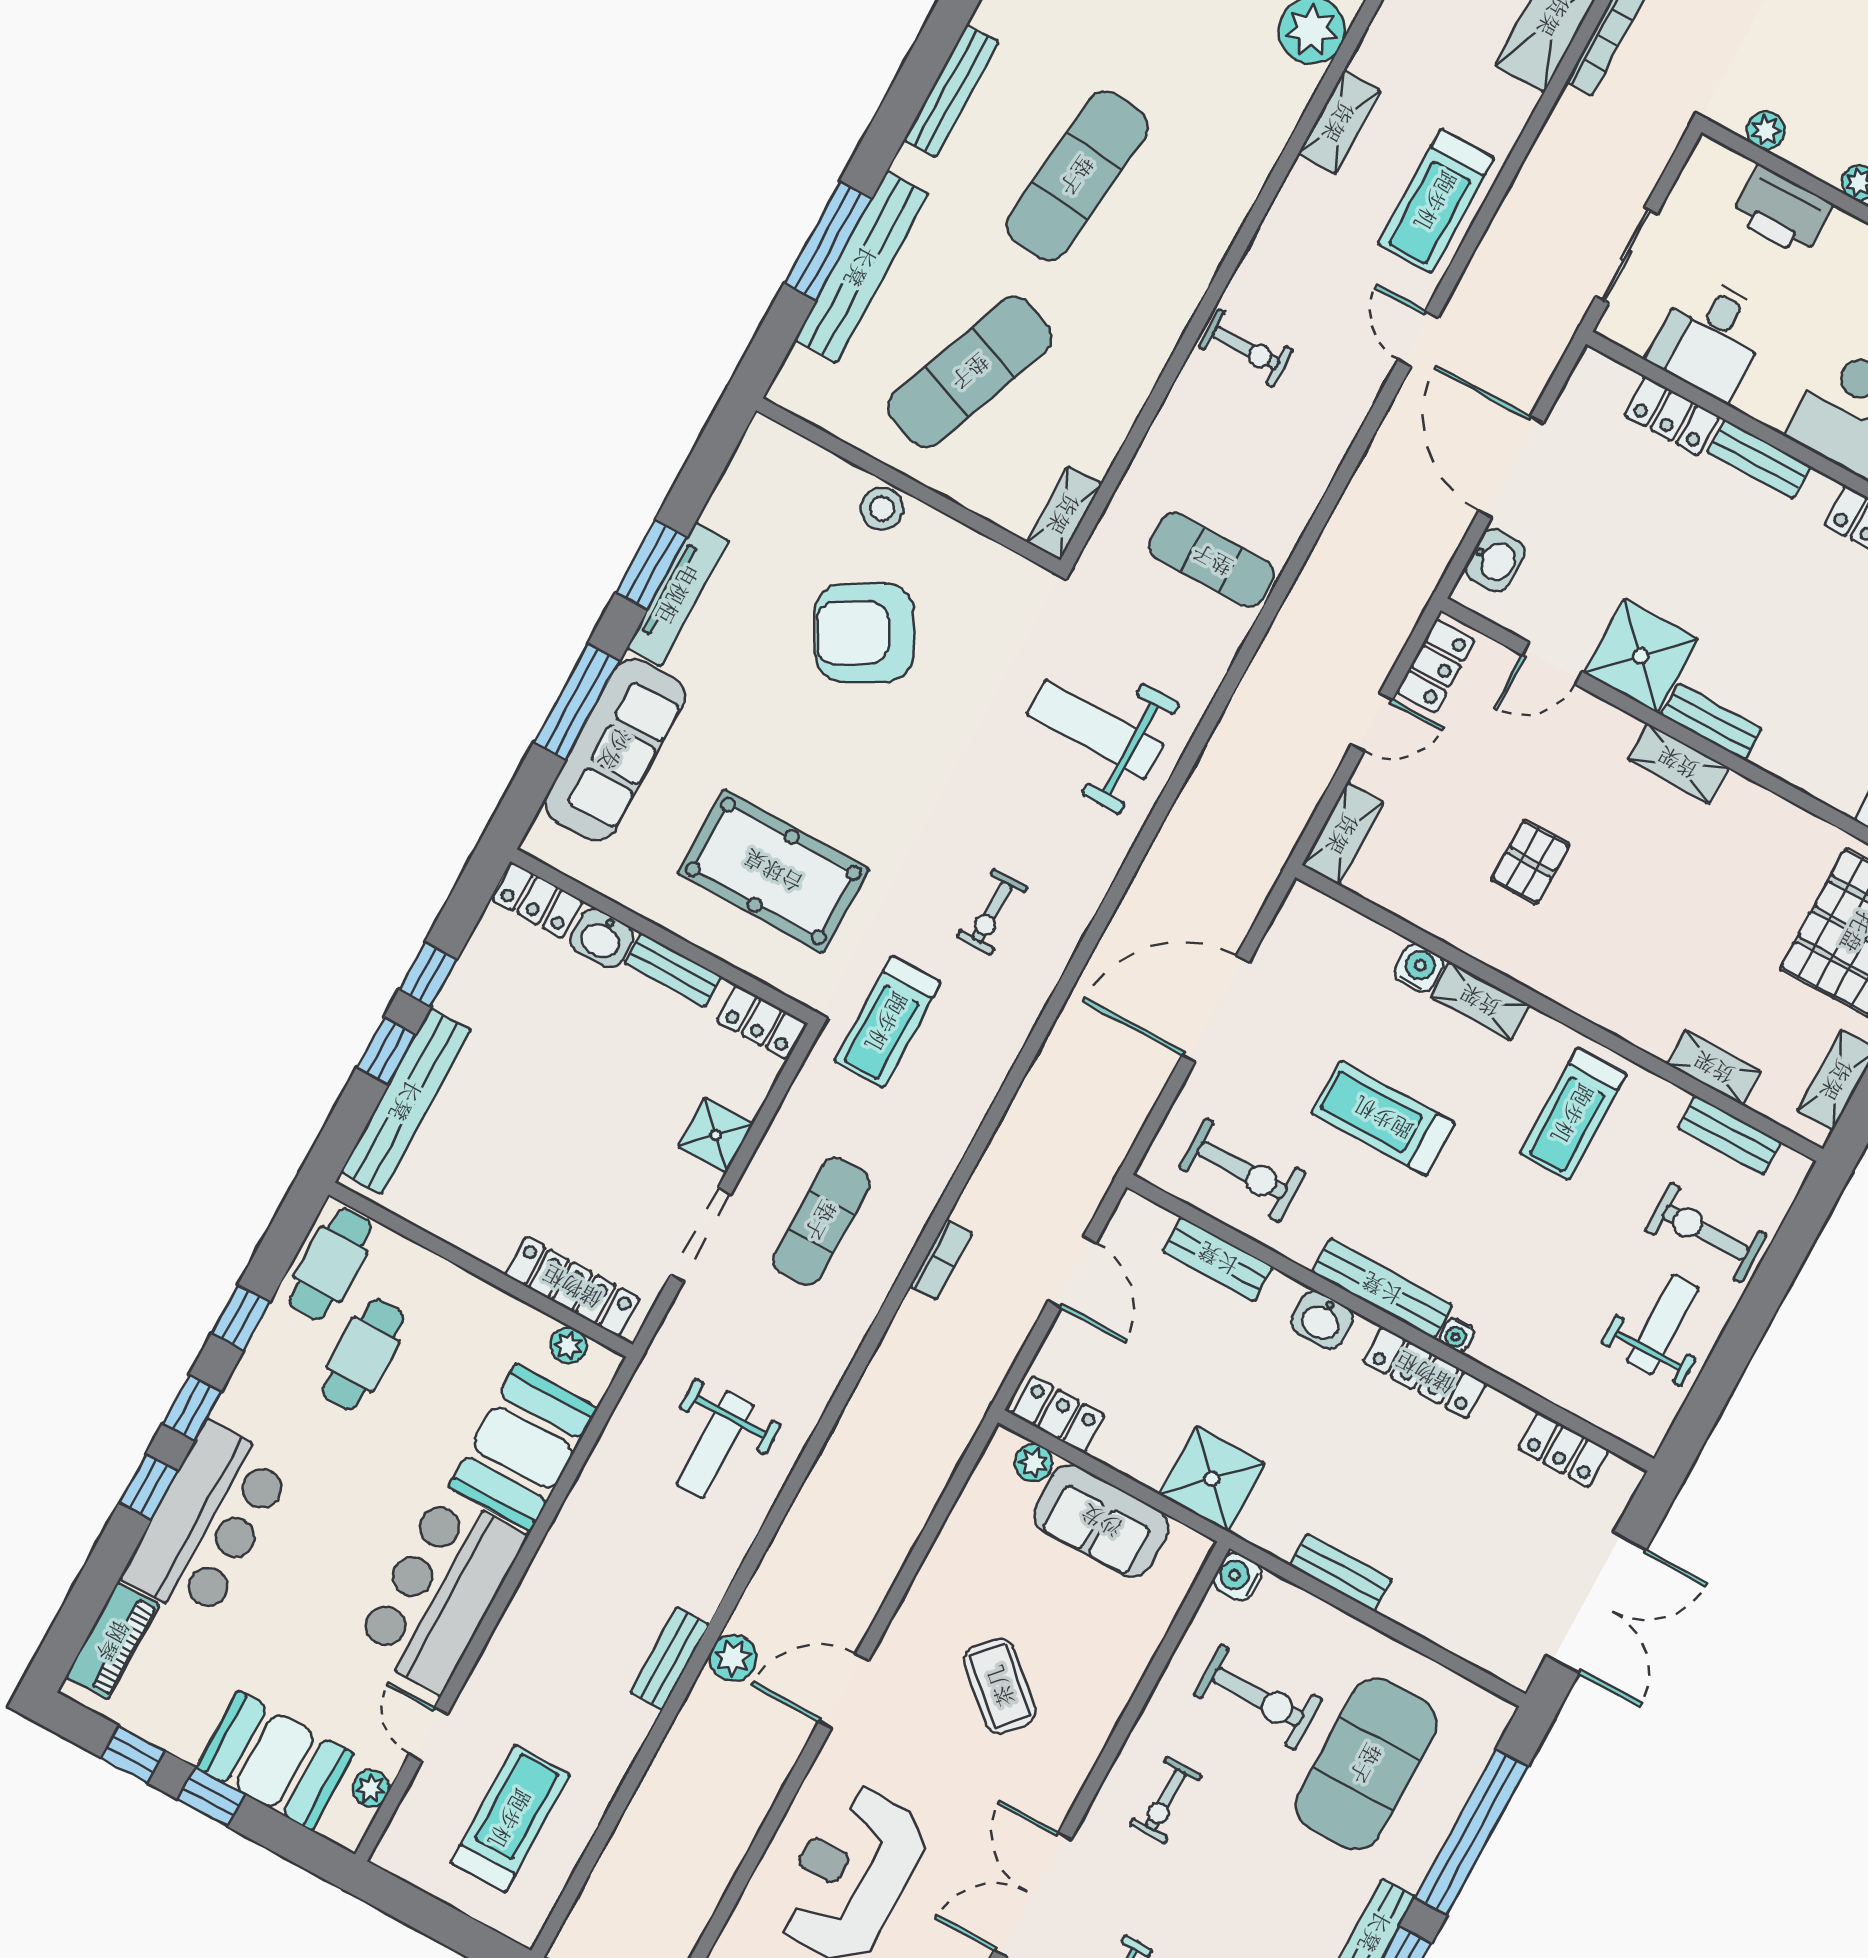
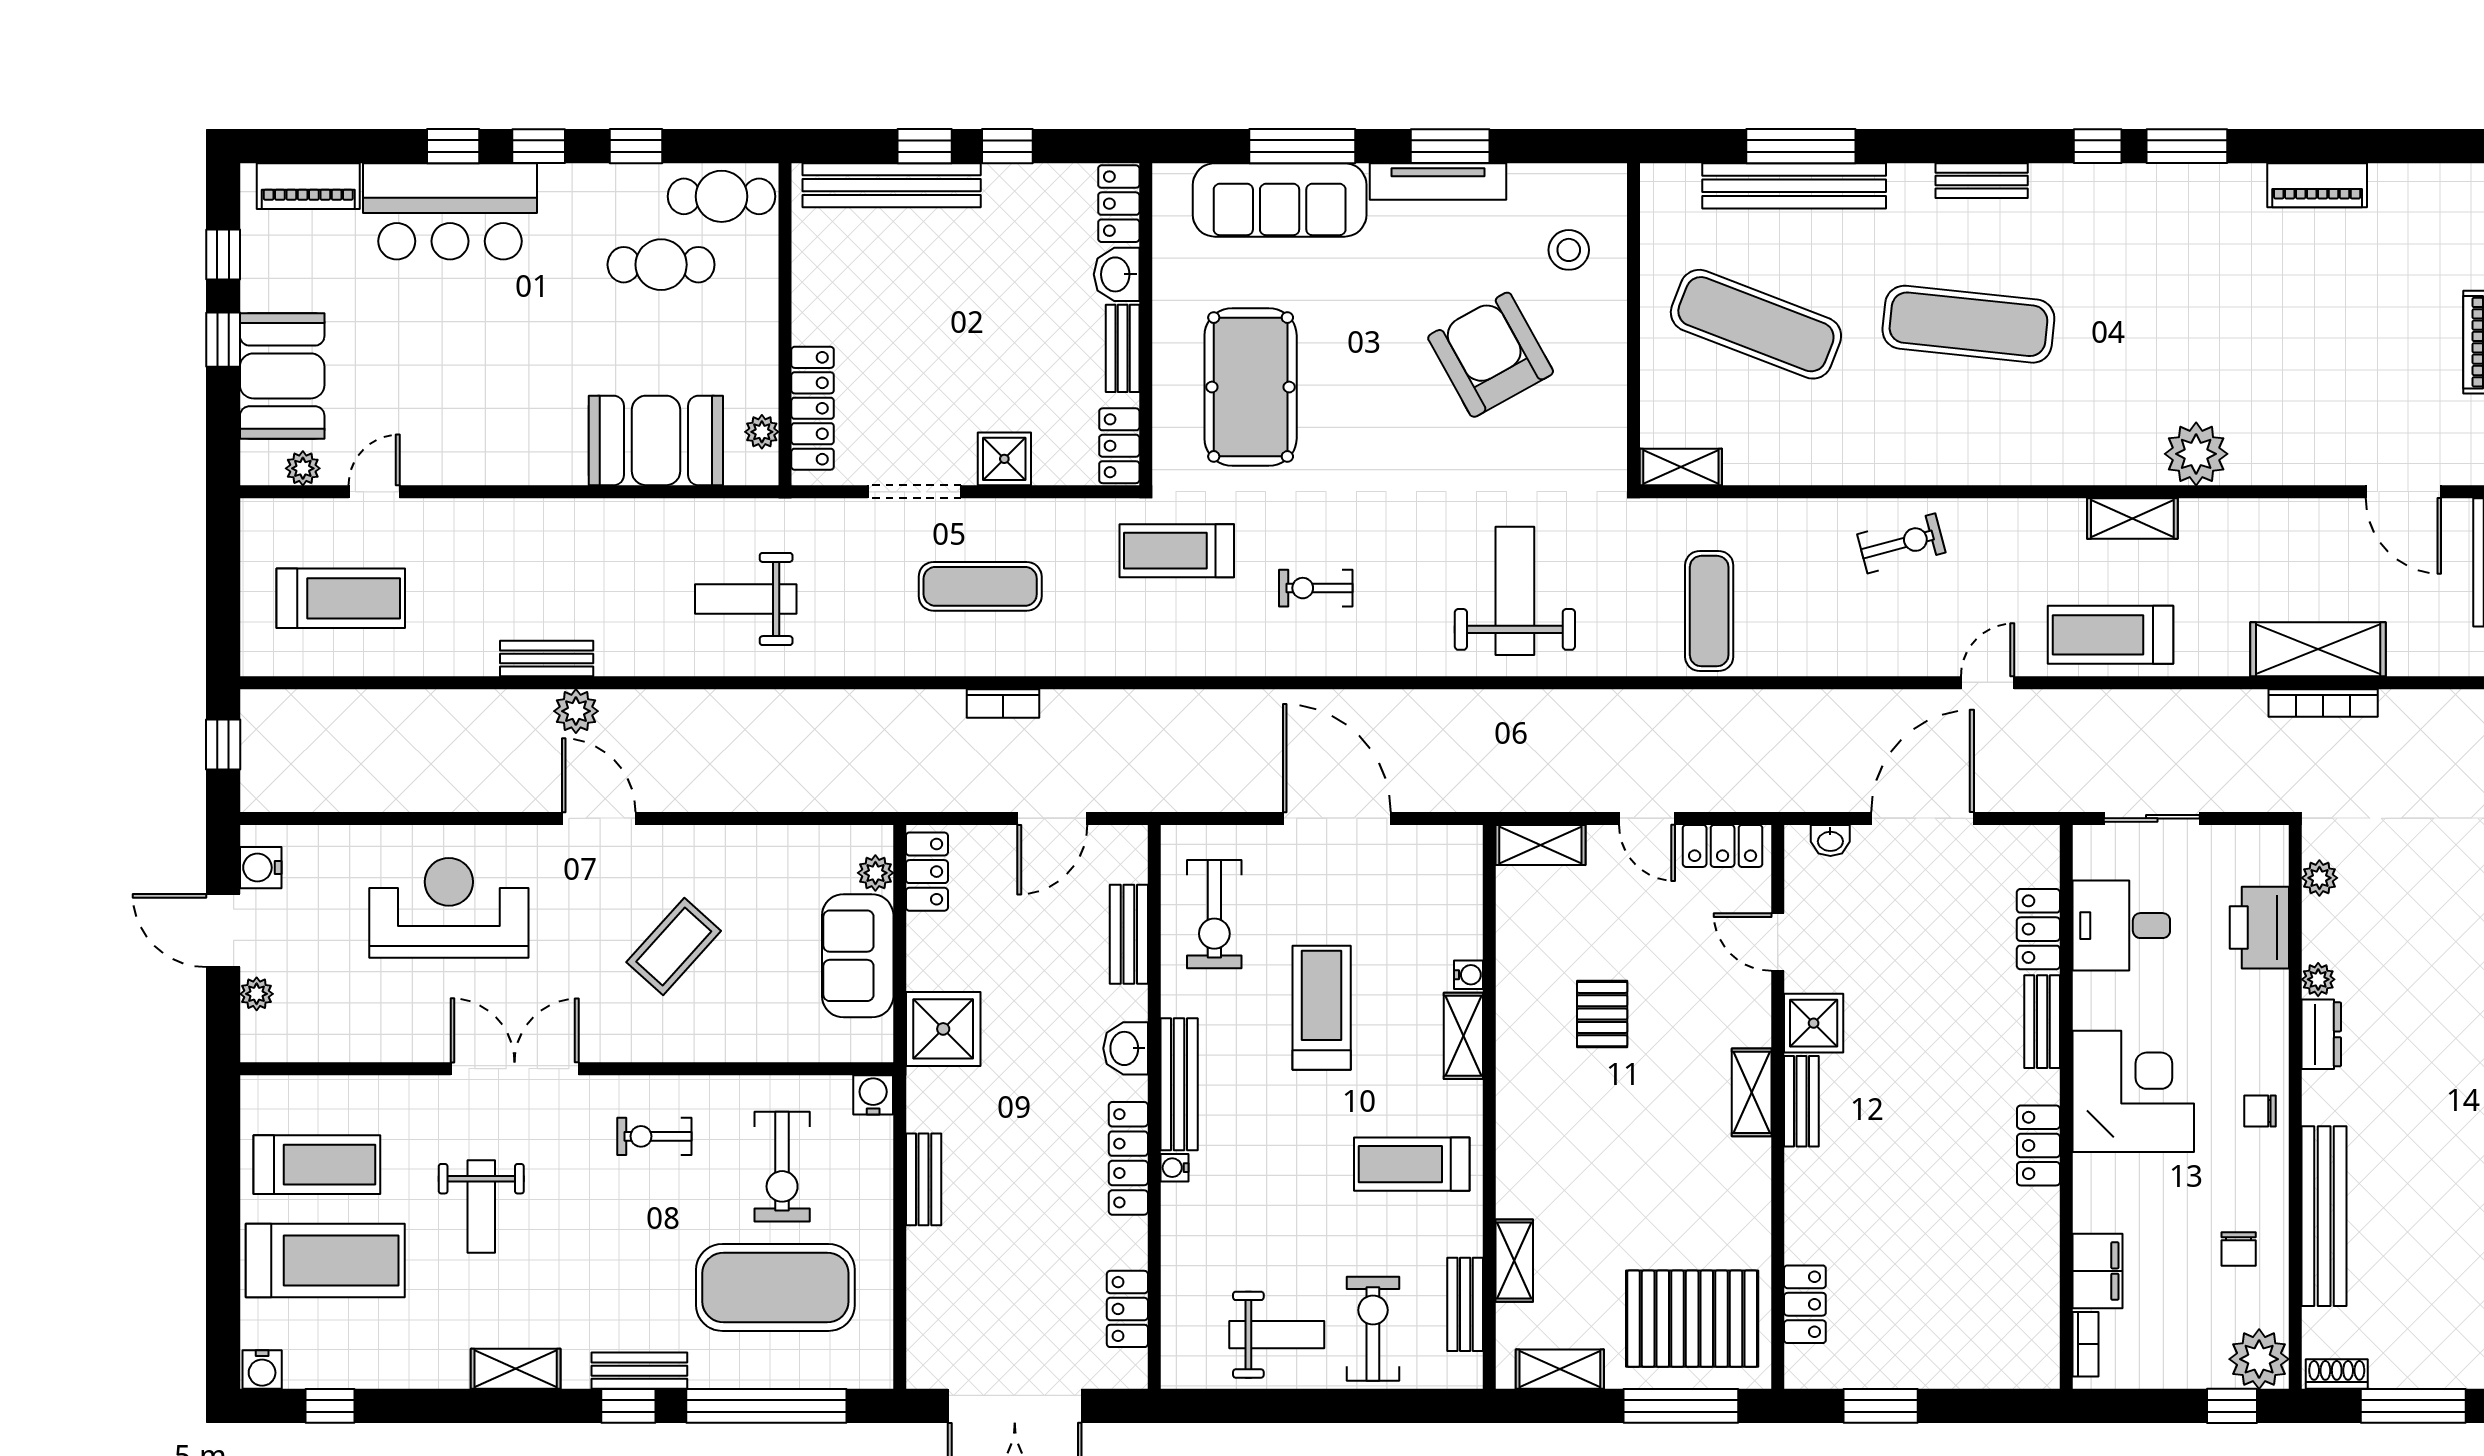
bench: (951, 91) -> (1982, 181), width x0.73
exercise bike: (1246, 348) -> (1901, 543), turned -105
stool: (882, 509) -> (1569, 250), moved
washbasin: (1495, 560) -> (1830, 840), width x0.72, depth x0.69
shower: (1641, 656) -> (1814, 1023), width x0.73, depth x0.73
pallet: (1530, 862) -> (1602, 1014), turned 90
water cooler: (1419, 968) -> (1469, 975), width x0.72, depth x0.72
bar counter: (440, 1592) -> (498, 437), removed

